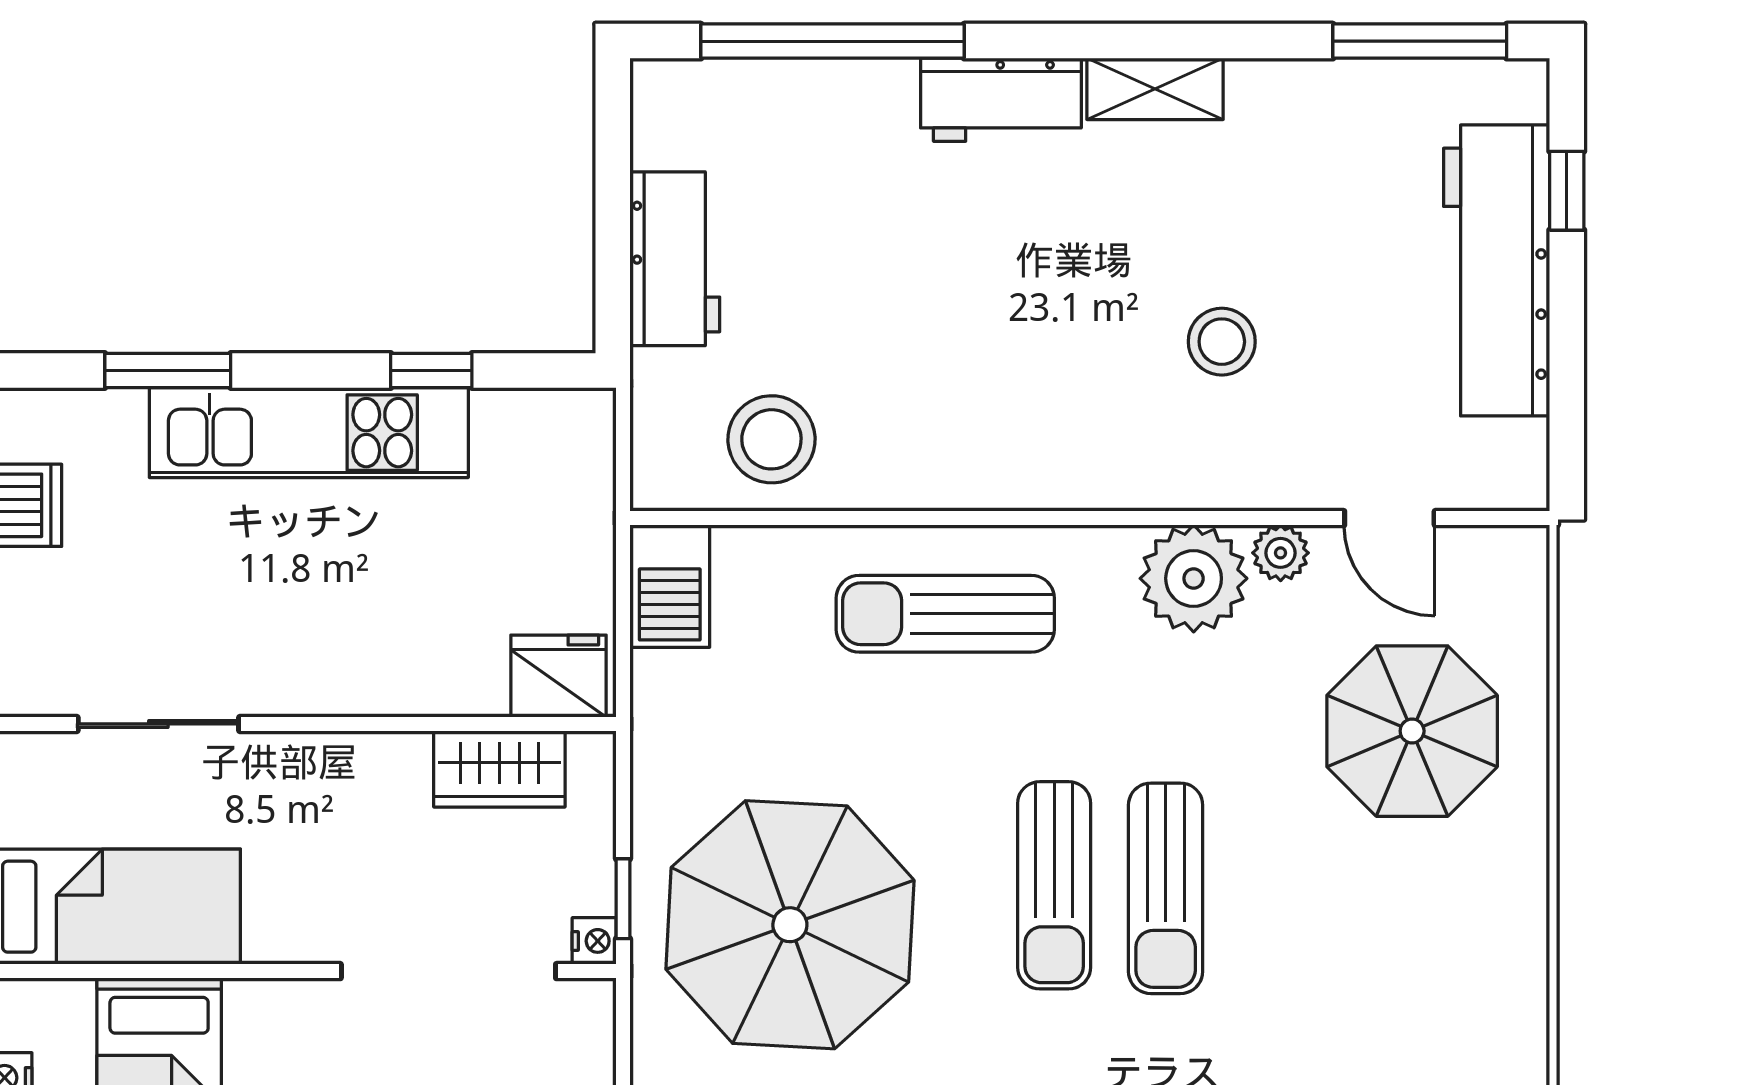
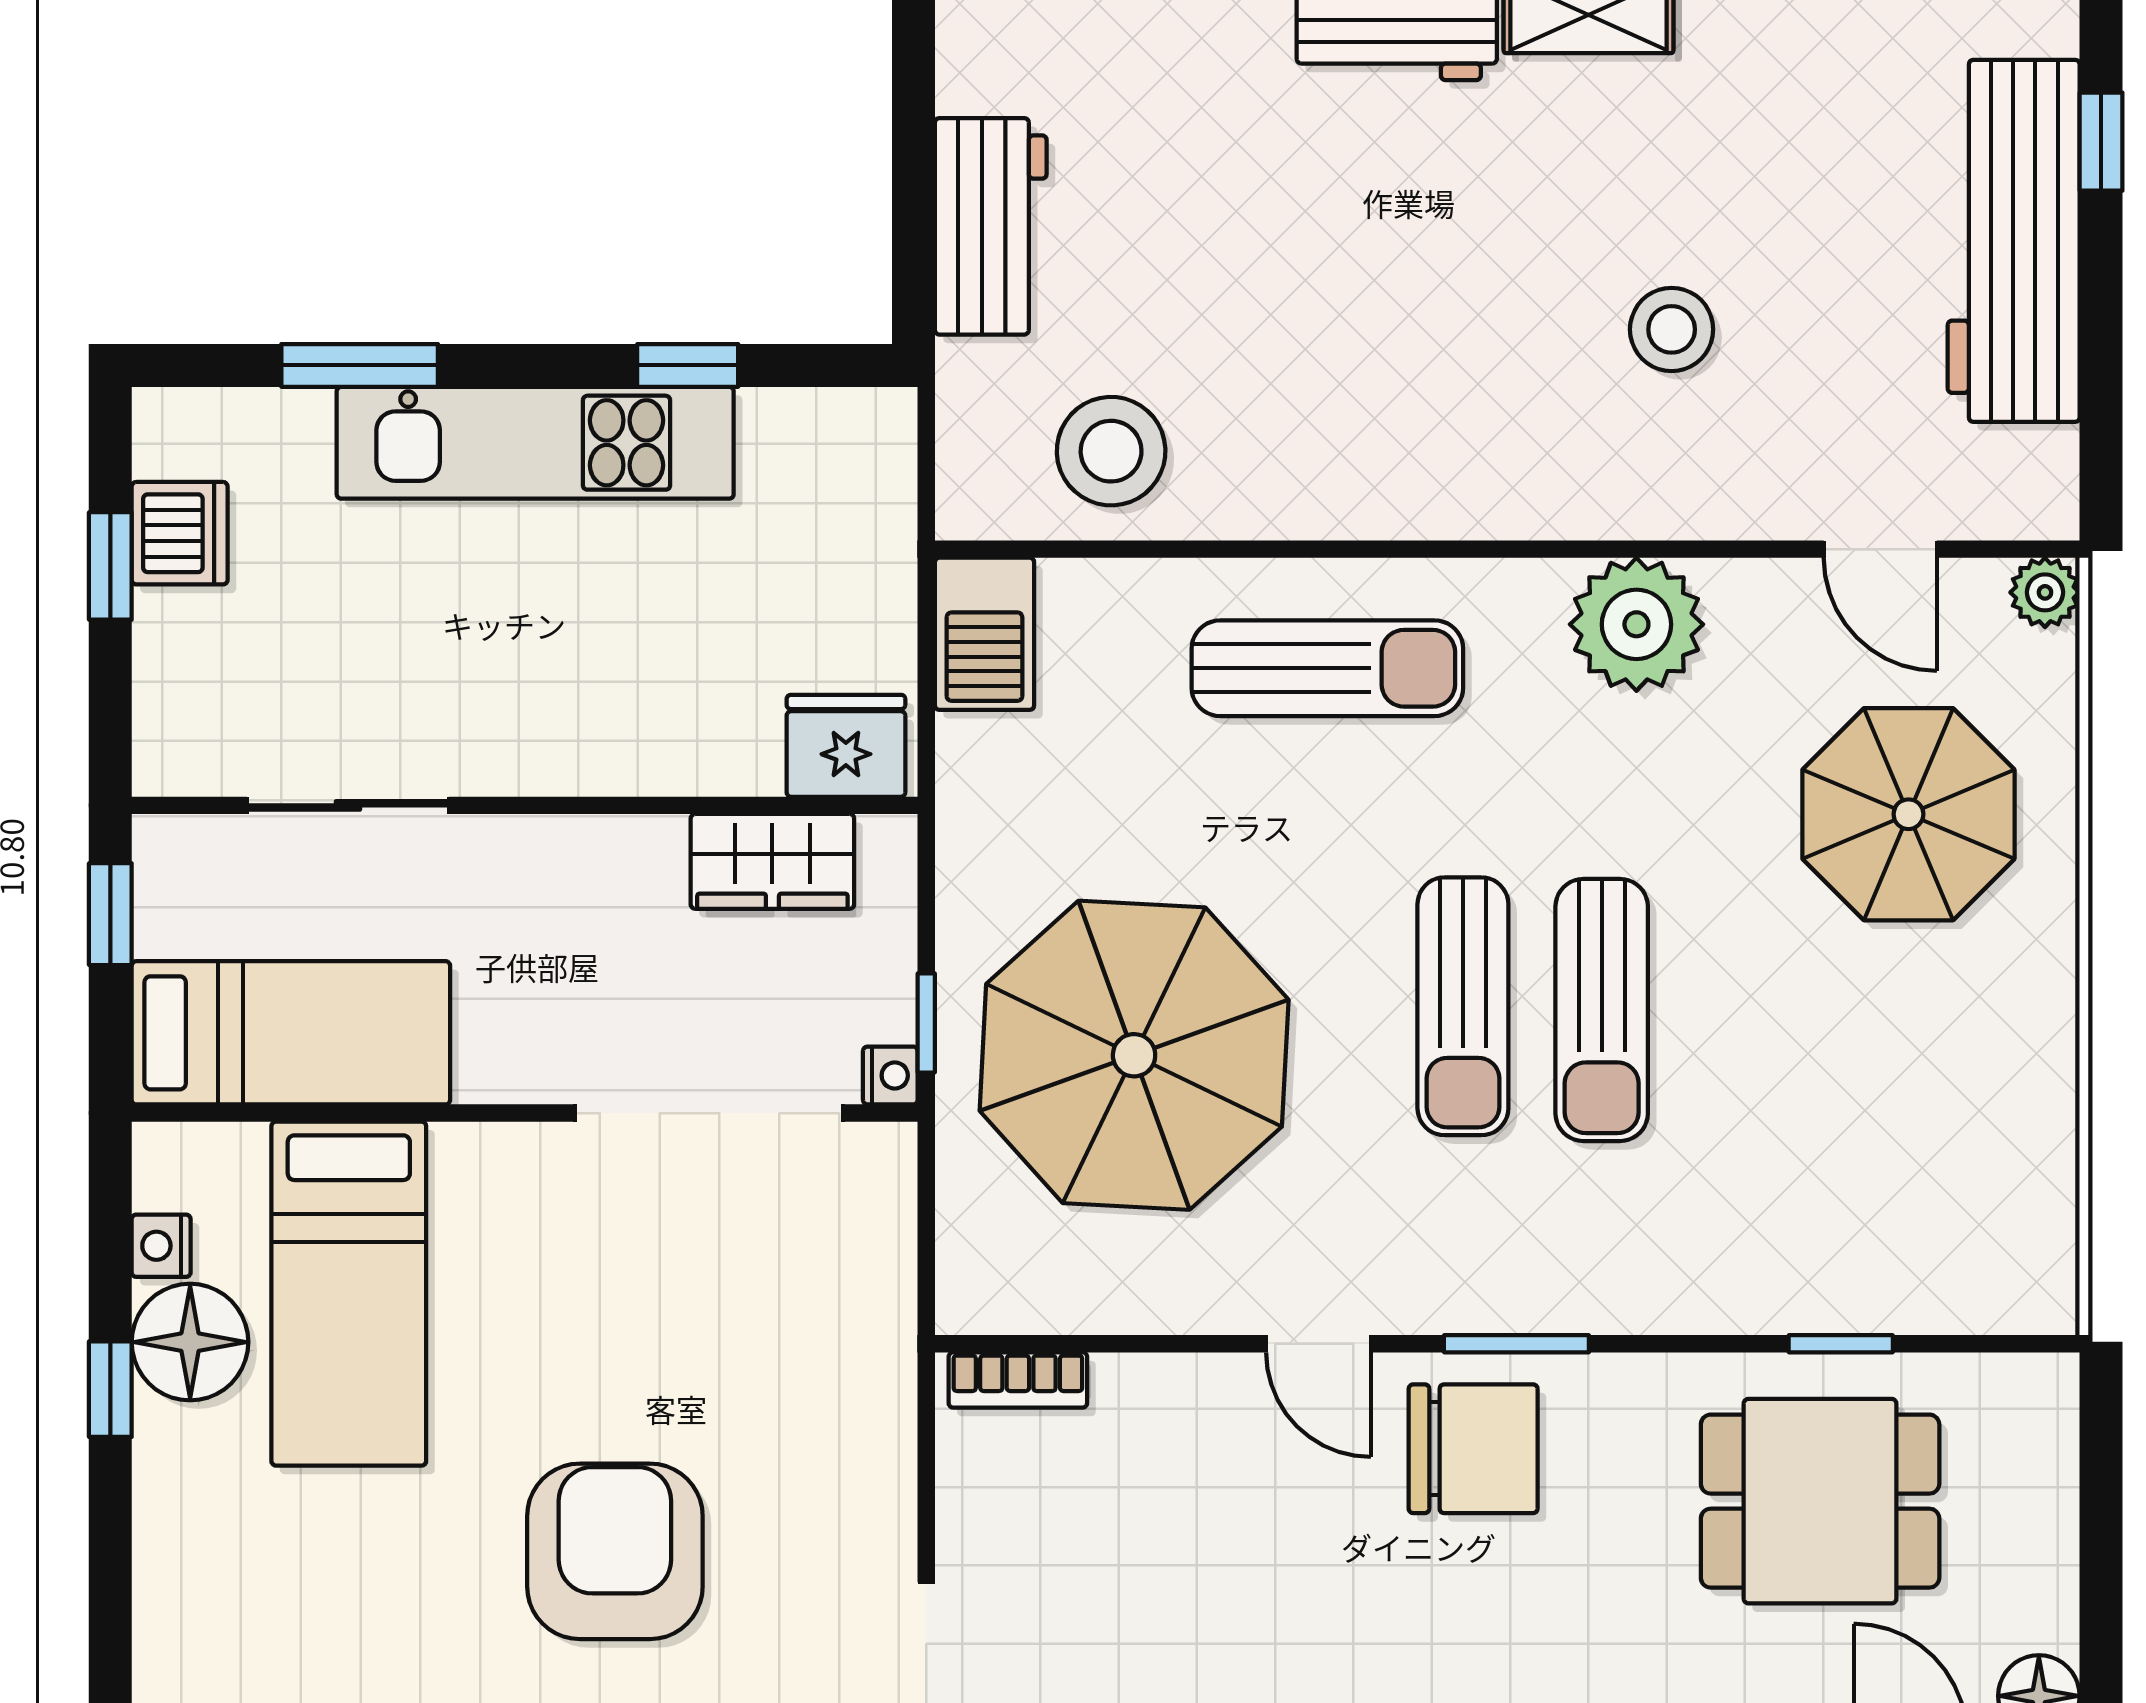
plant: (1281, 553) -> (2045, 592), moved
sun lounger: (945, 614) -> (1327, 668), turned 180

